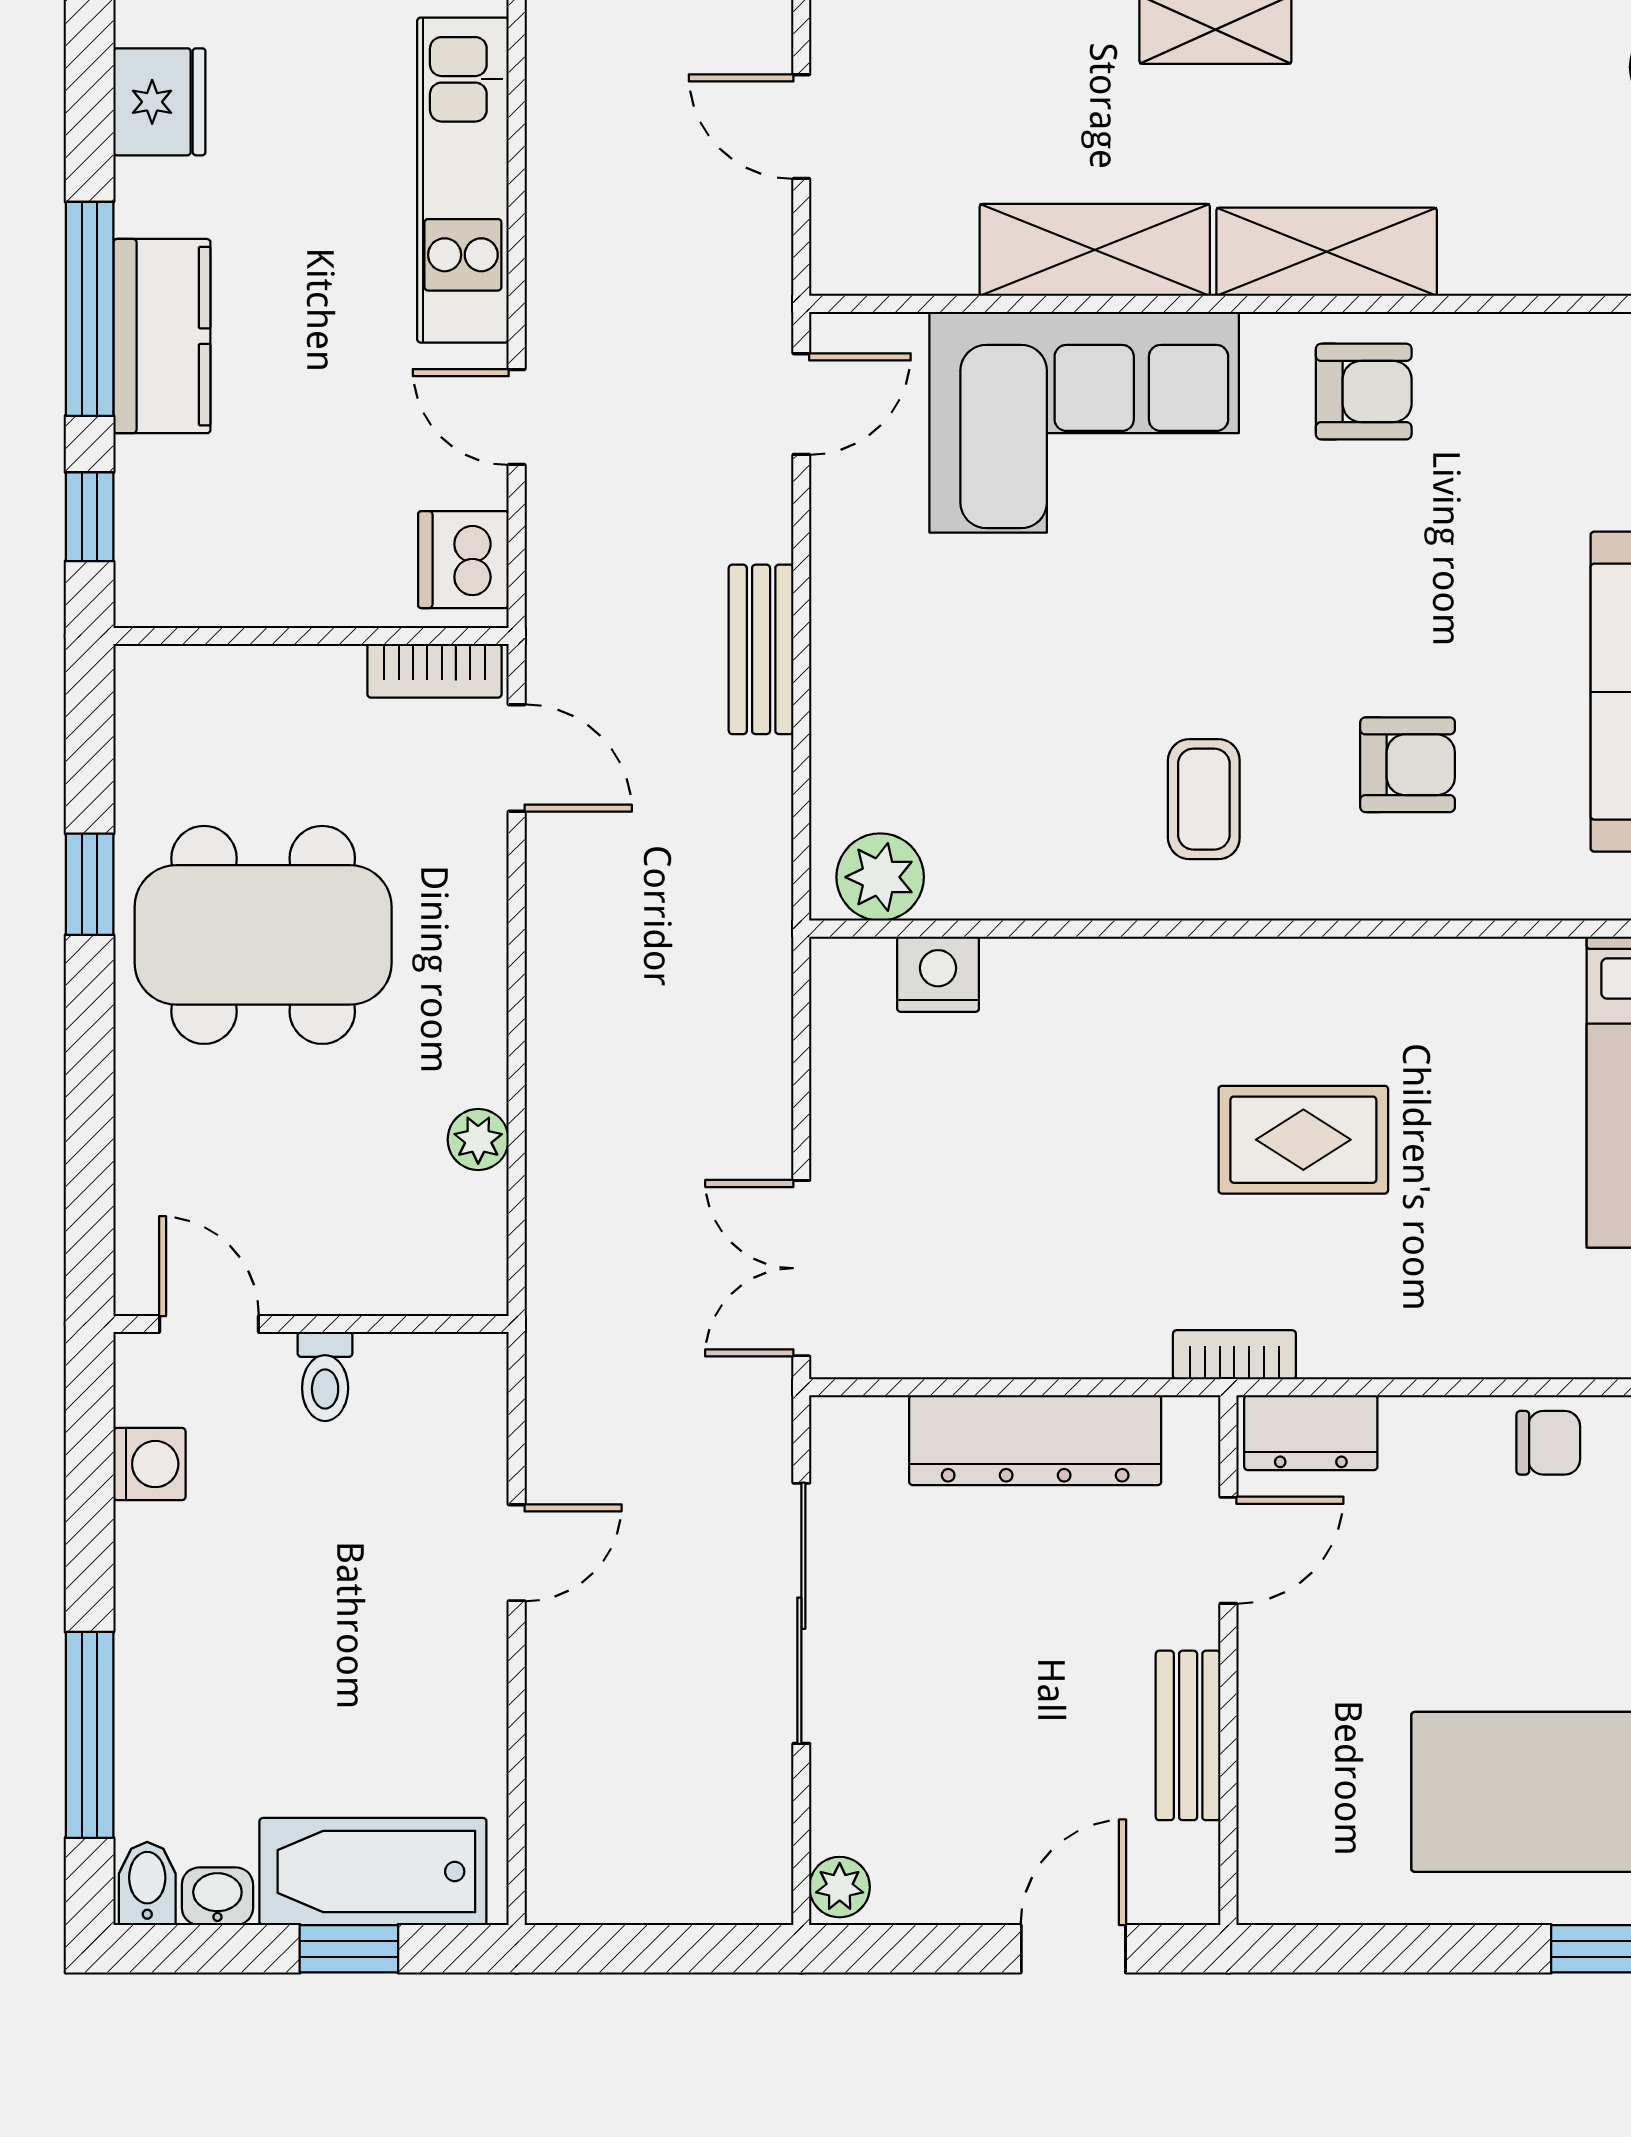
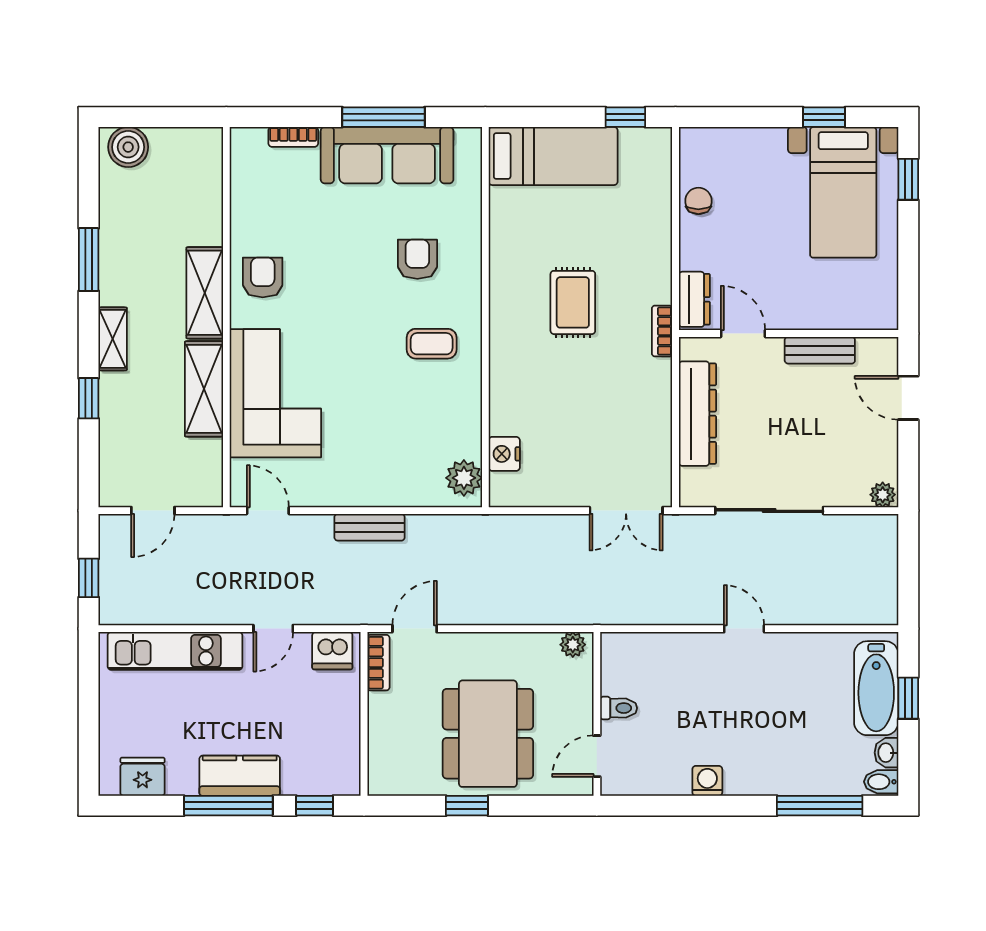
door: (209, 1324) -> (597, 756), moved
wall: (311, 1324) -> (597, 714), moved
toilet: (325, 1376) -> (619, 708), moved

